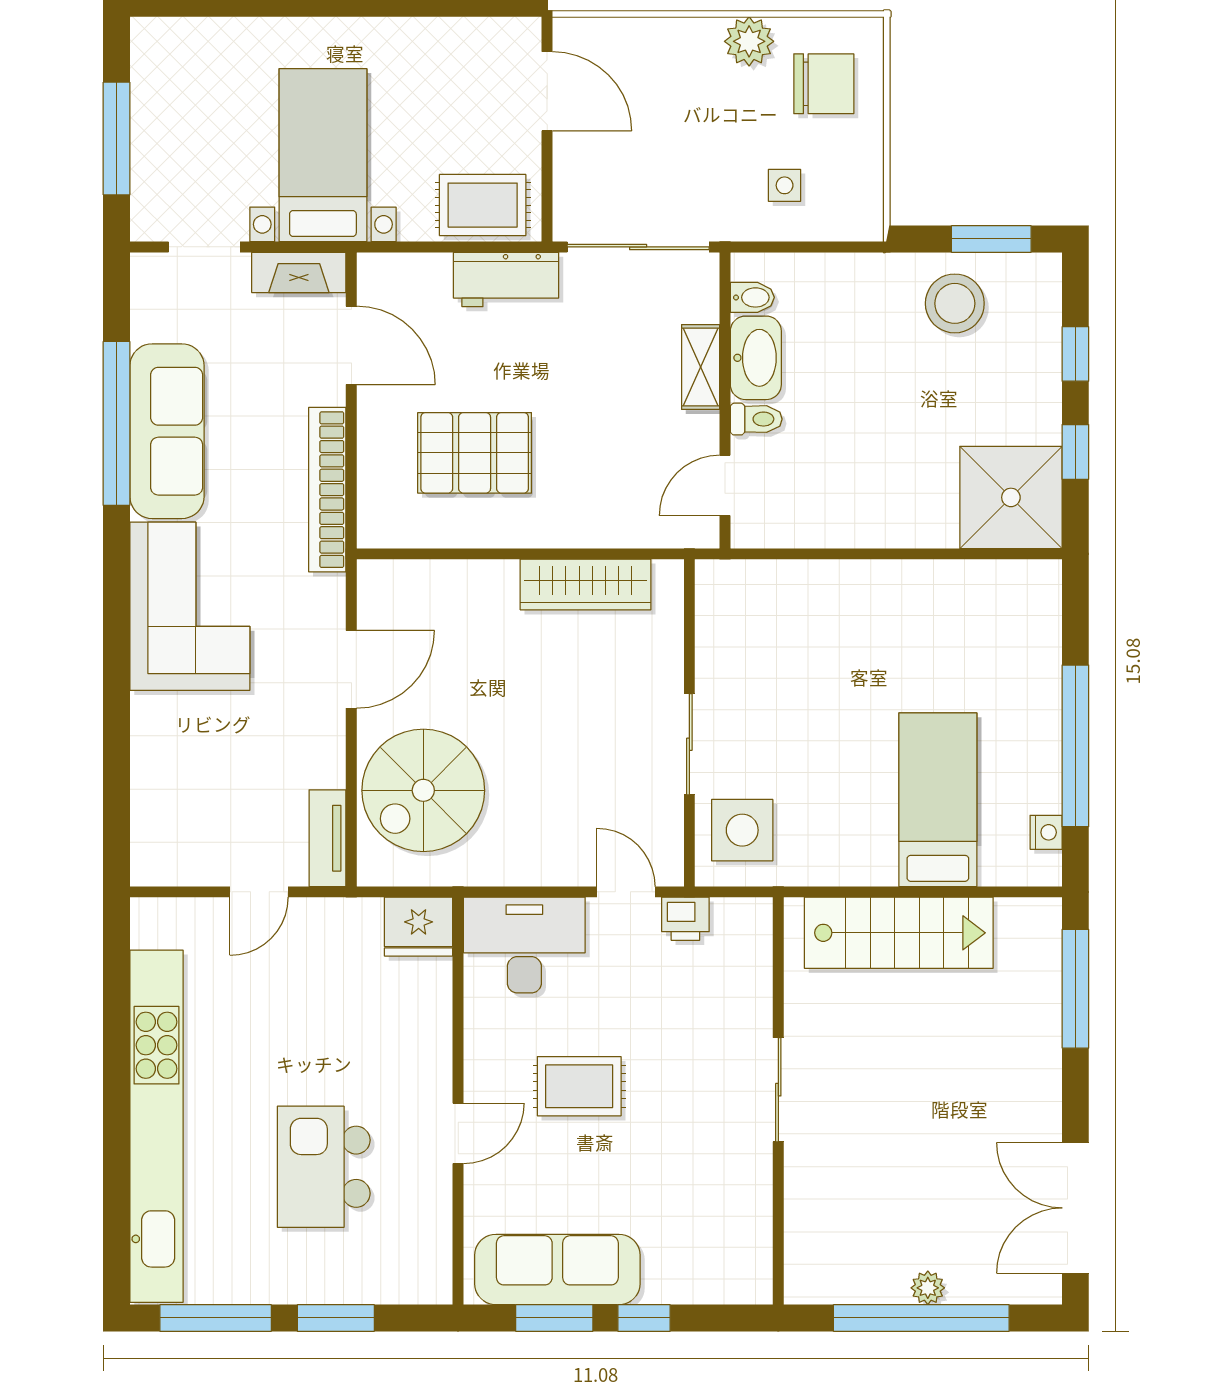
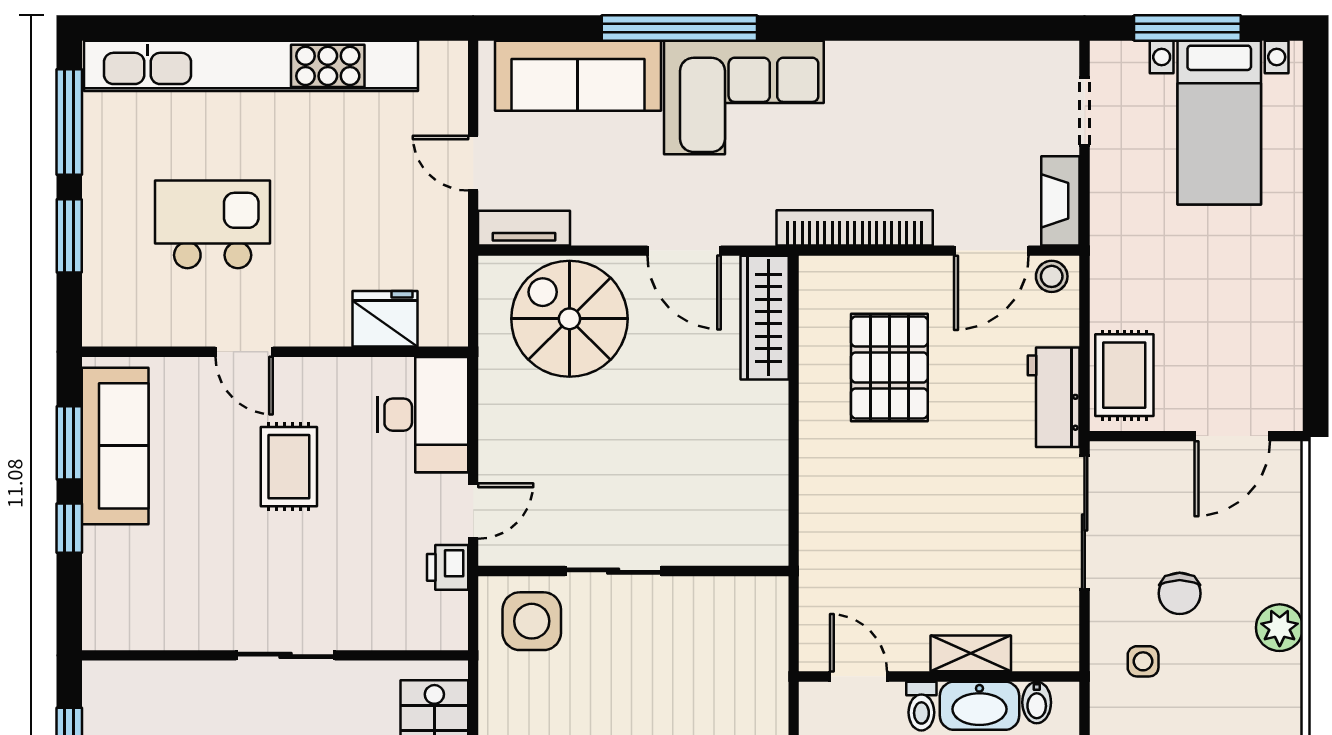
chair: (824, 84) -> (1180, 593), moved, width x0.73, depth x0.73
bed with nightstands: (323, 155) -> (1219, 123), moved, turned 90
stool: (379, 282) -> (1052, 276), added
bidet: (752, 297) -> (1037, 702), moved
washbasin: (756, 358) -> (979, 706), moved
shelving: (701, 367) -> (971, 653), moved
wall: (725, 400) -> (939, 676), moved
toilet: (756, 419) -> (921, 706), moved
window: (116, 423) -> (679, 28), moved
sofa: (167, 431) -> (578, 76), moved
door: (725, 485) -> (859, 676), moved
wardrobe: (586, 585) -> (765, 318), moved
fridge: (419, 927) -> (385, 319), moved, turned 90

